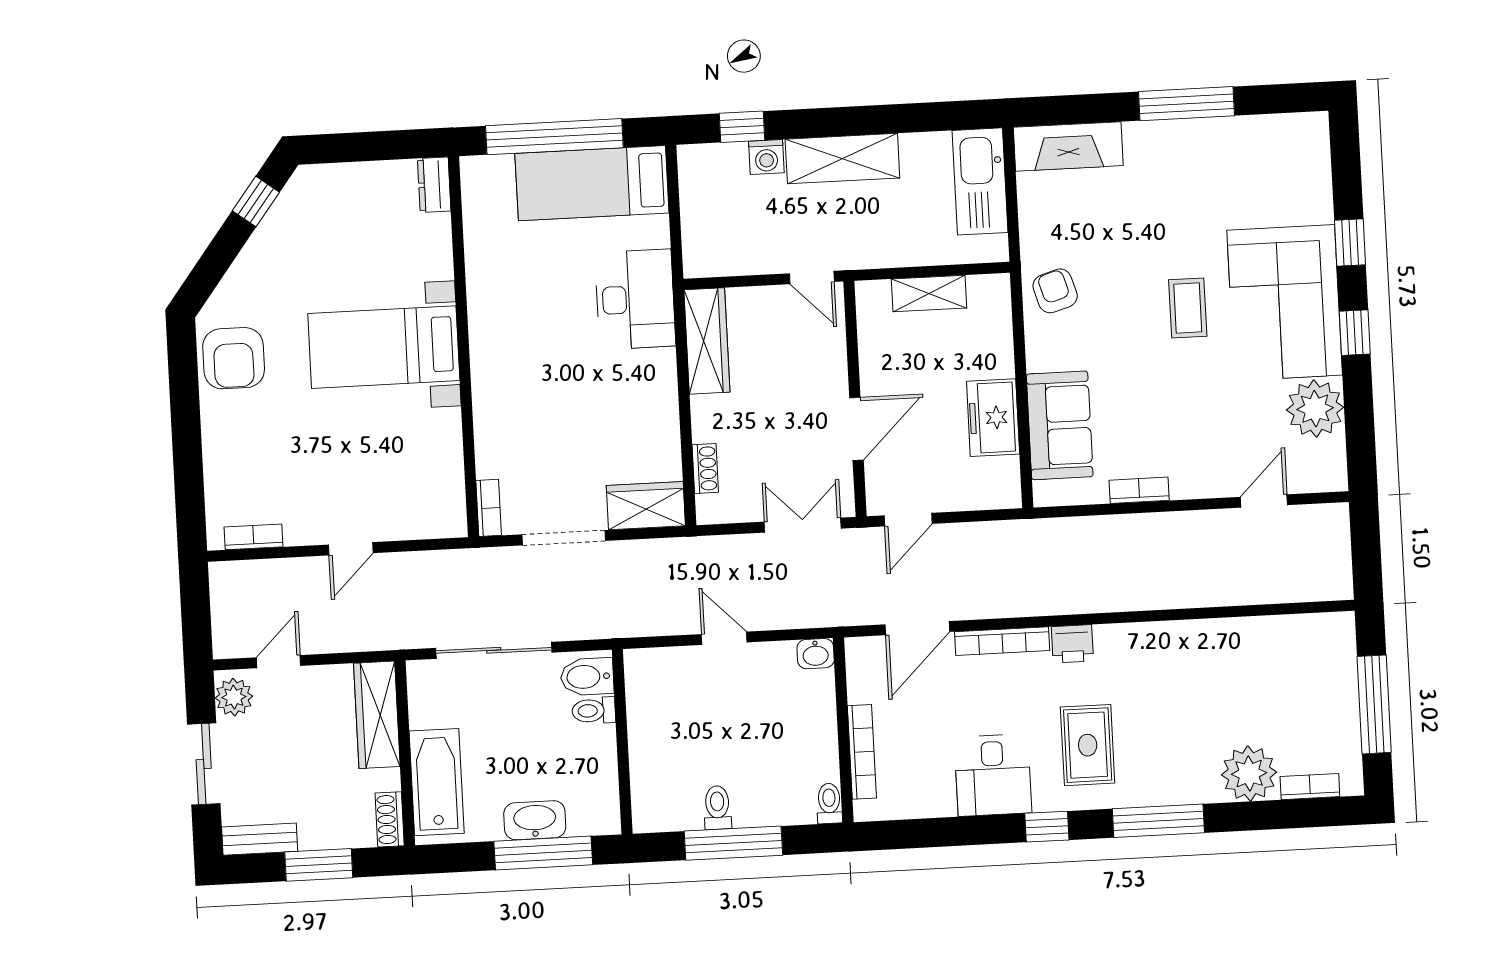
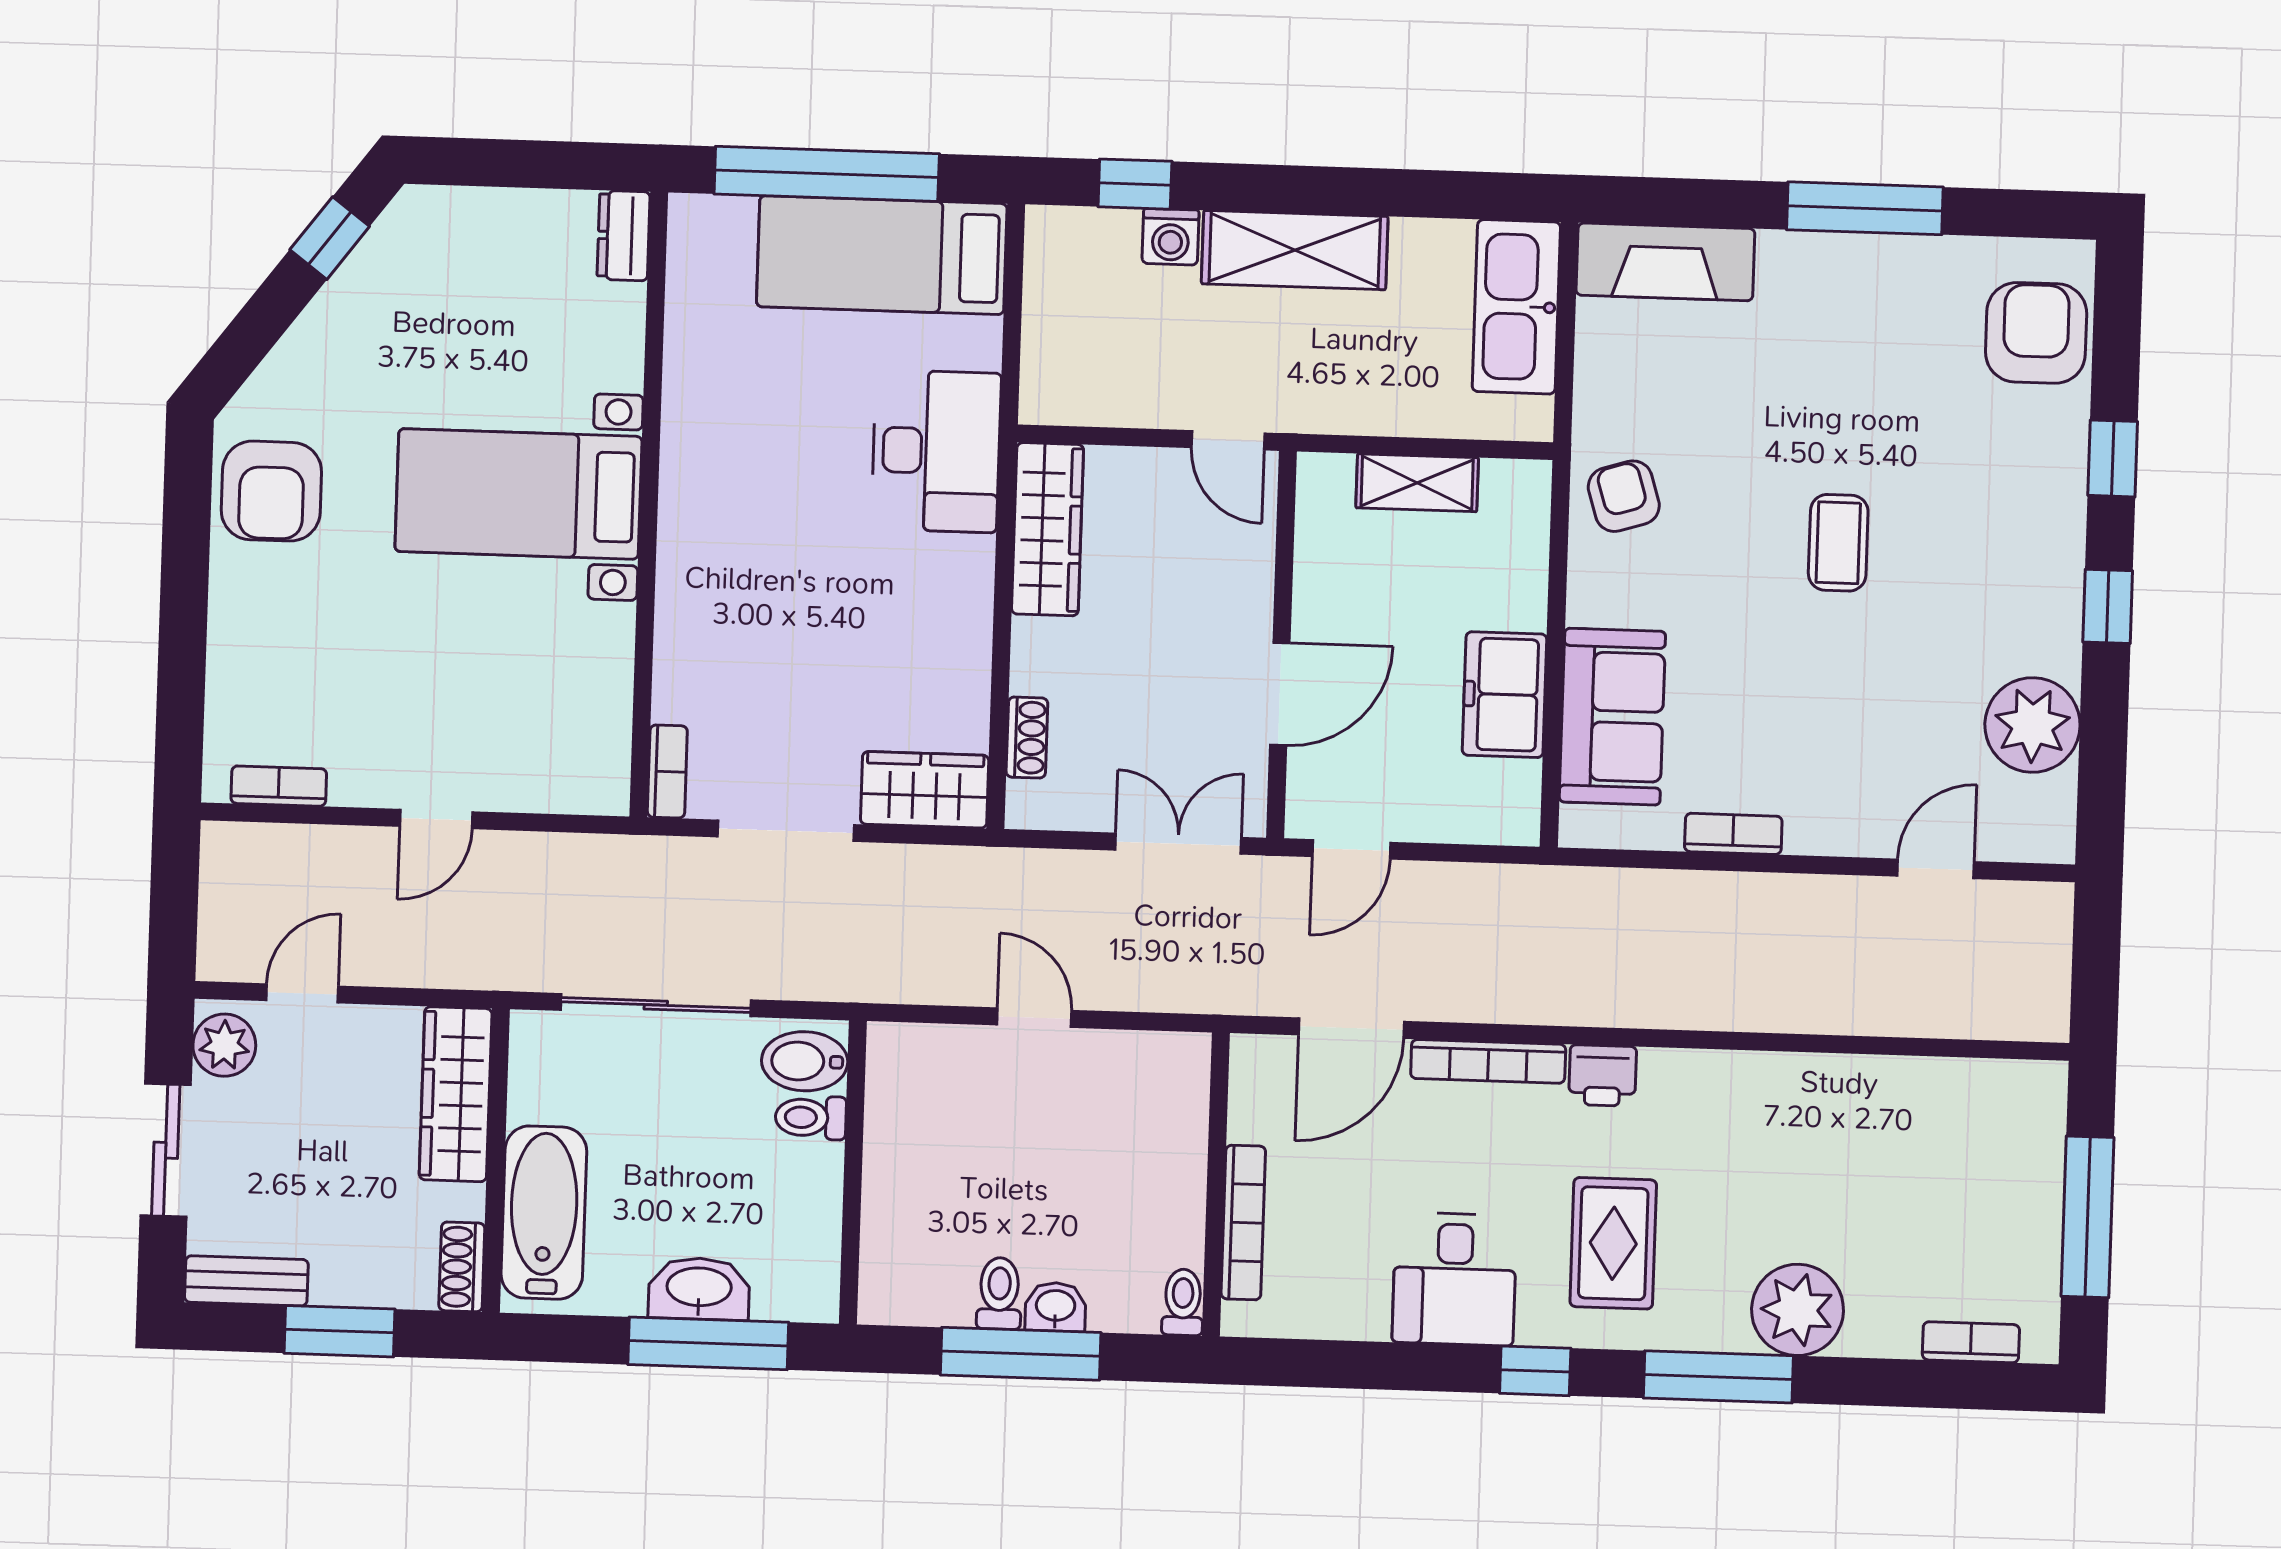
armchair: (1297, 170) -> (2036, 333), added
corner sofa: (1285, 303) -> (1997, 548), removed
washbasin: (816, 654) -> (1056, 1307), moved, turned 180
plant: (1249, 774) -> (1798, 1310), moved

